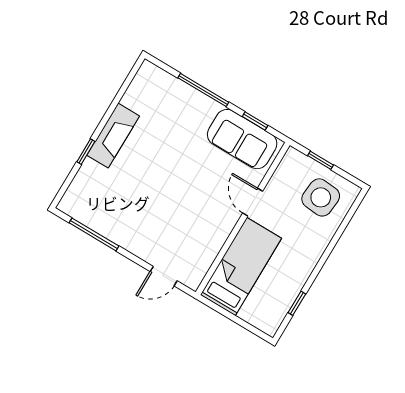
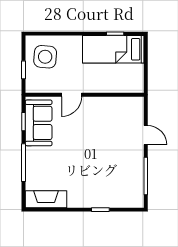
fireplace: (113, 136) -> (46, 199), moved
bed: (241, 267) -> (113, 49), moved
door: (164, 276) -> (146, 135), moved

